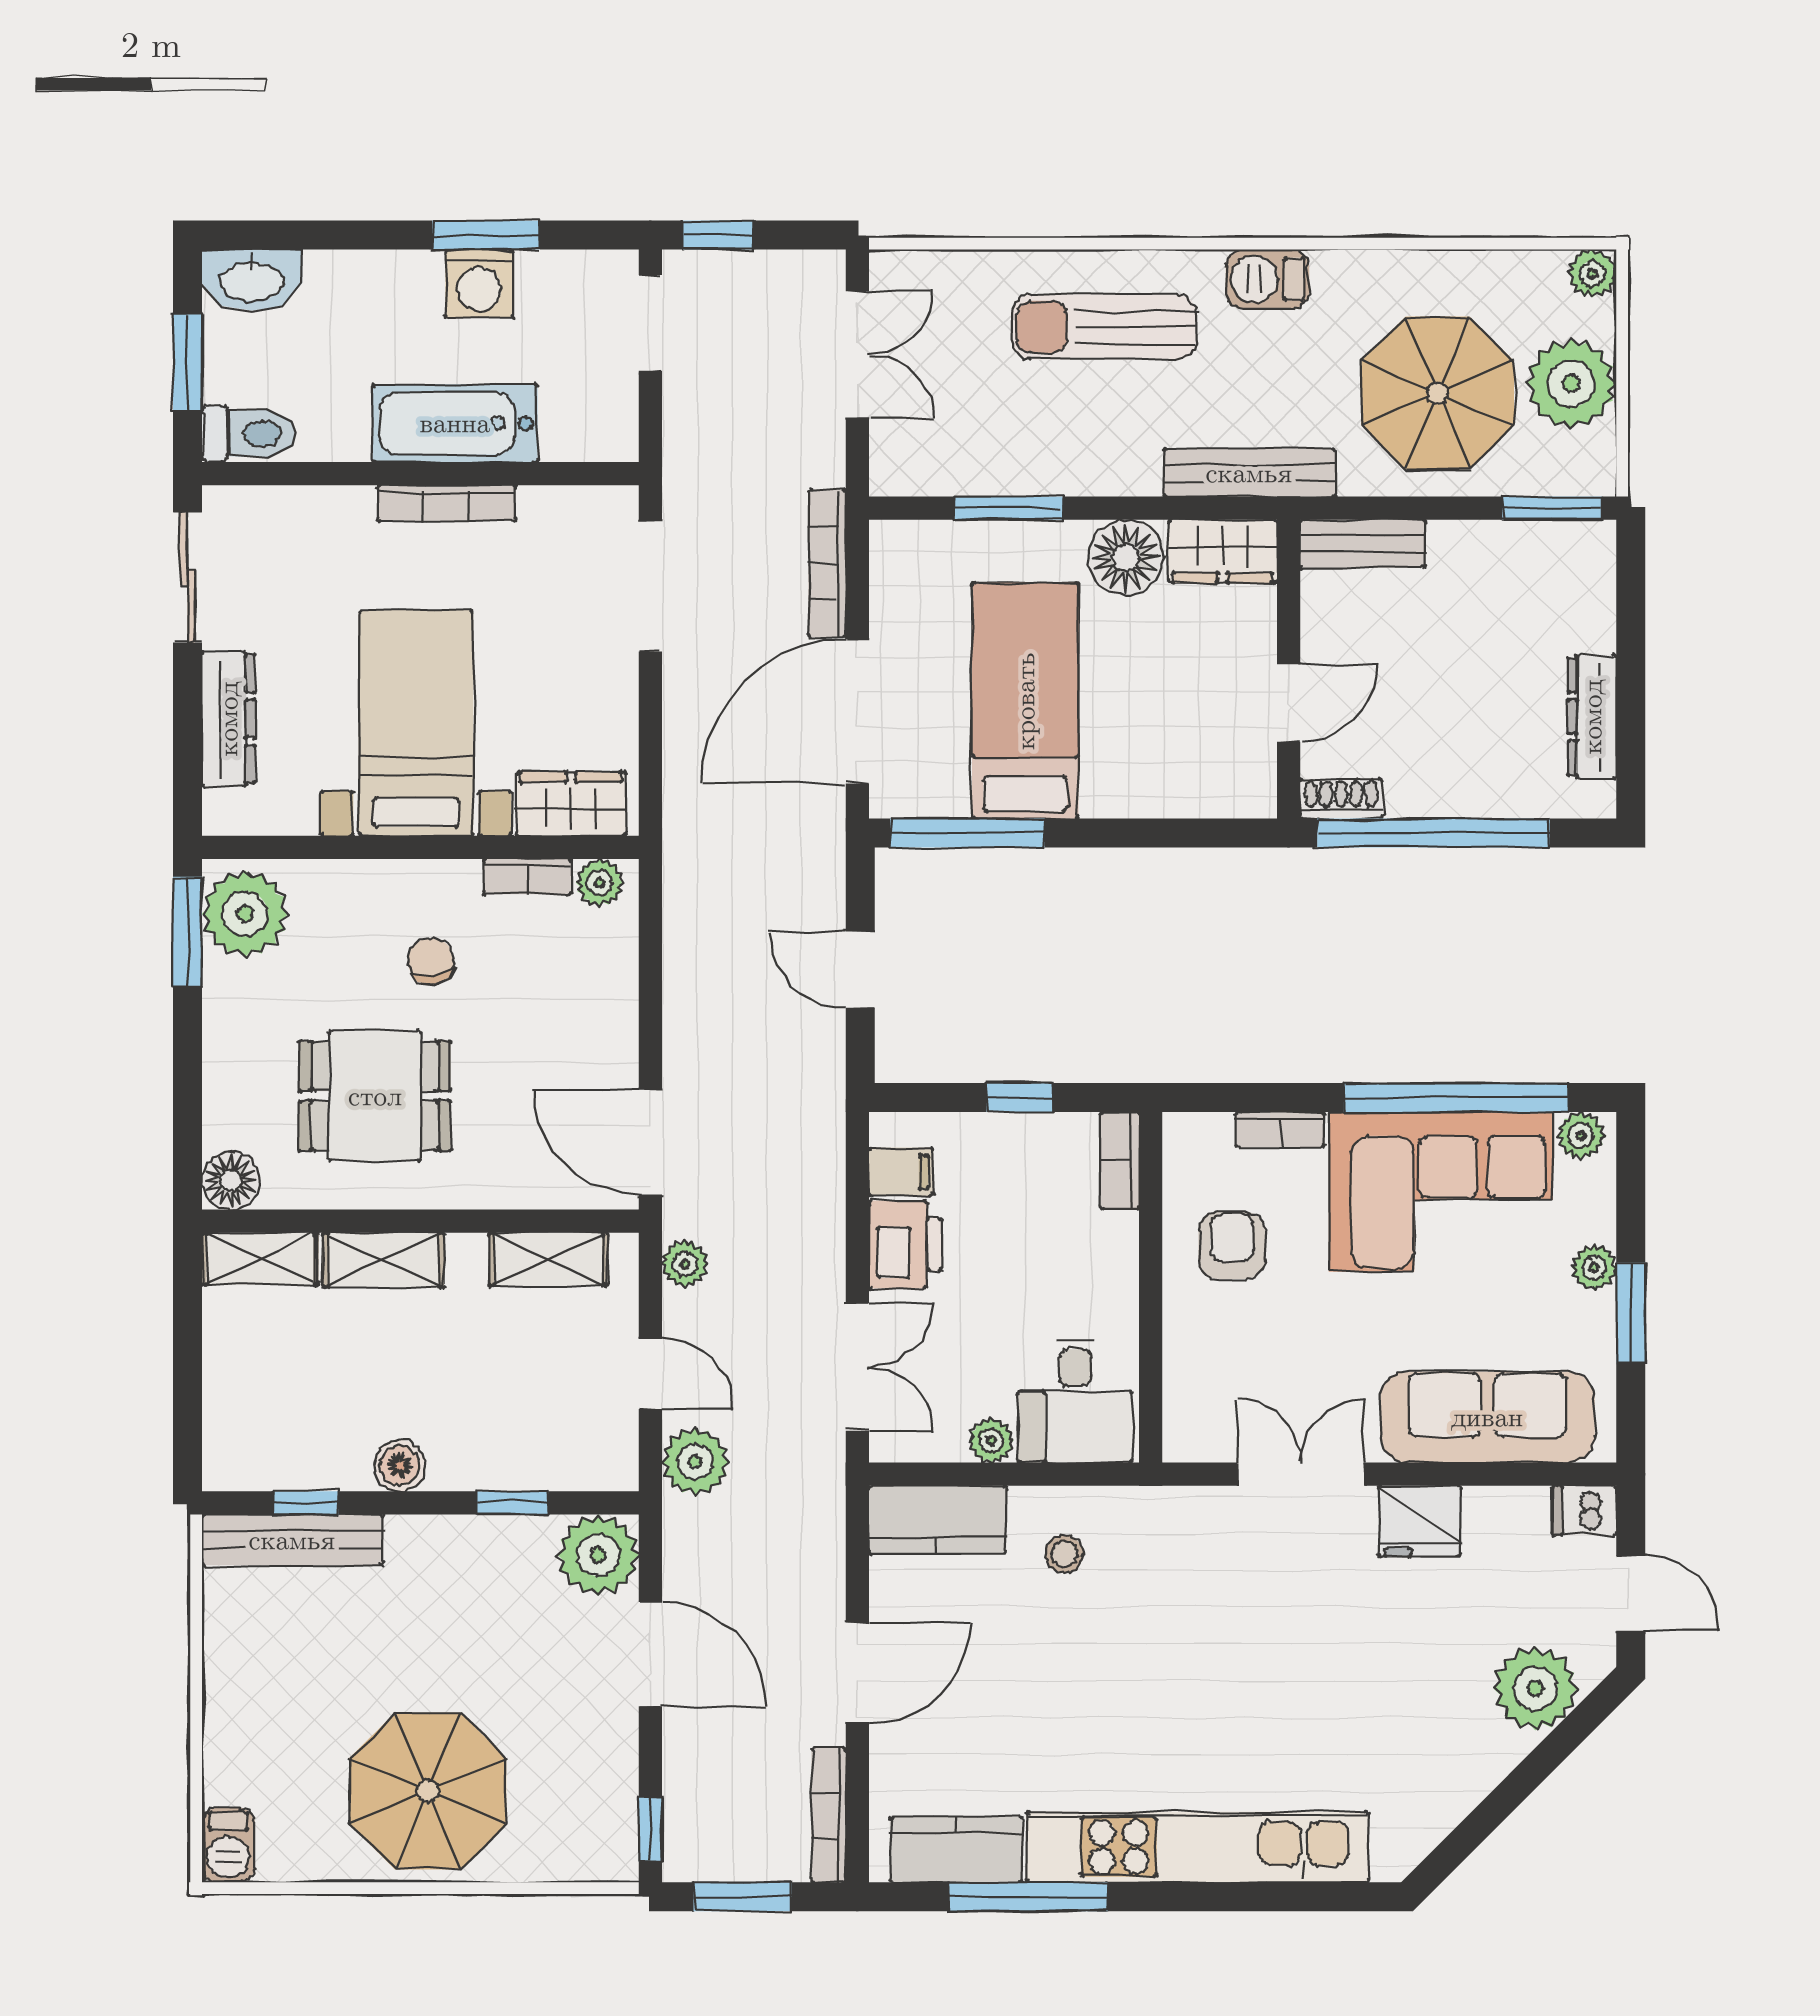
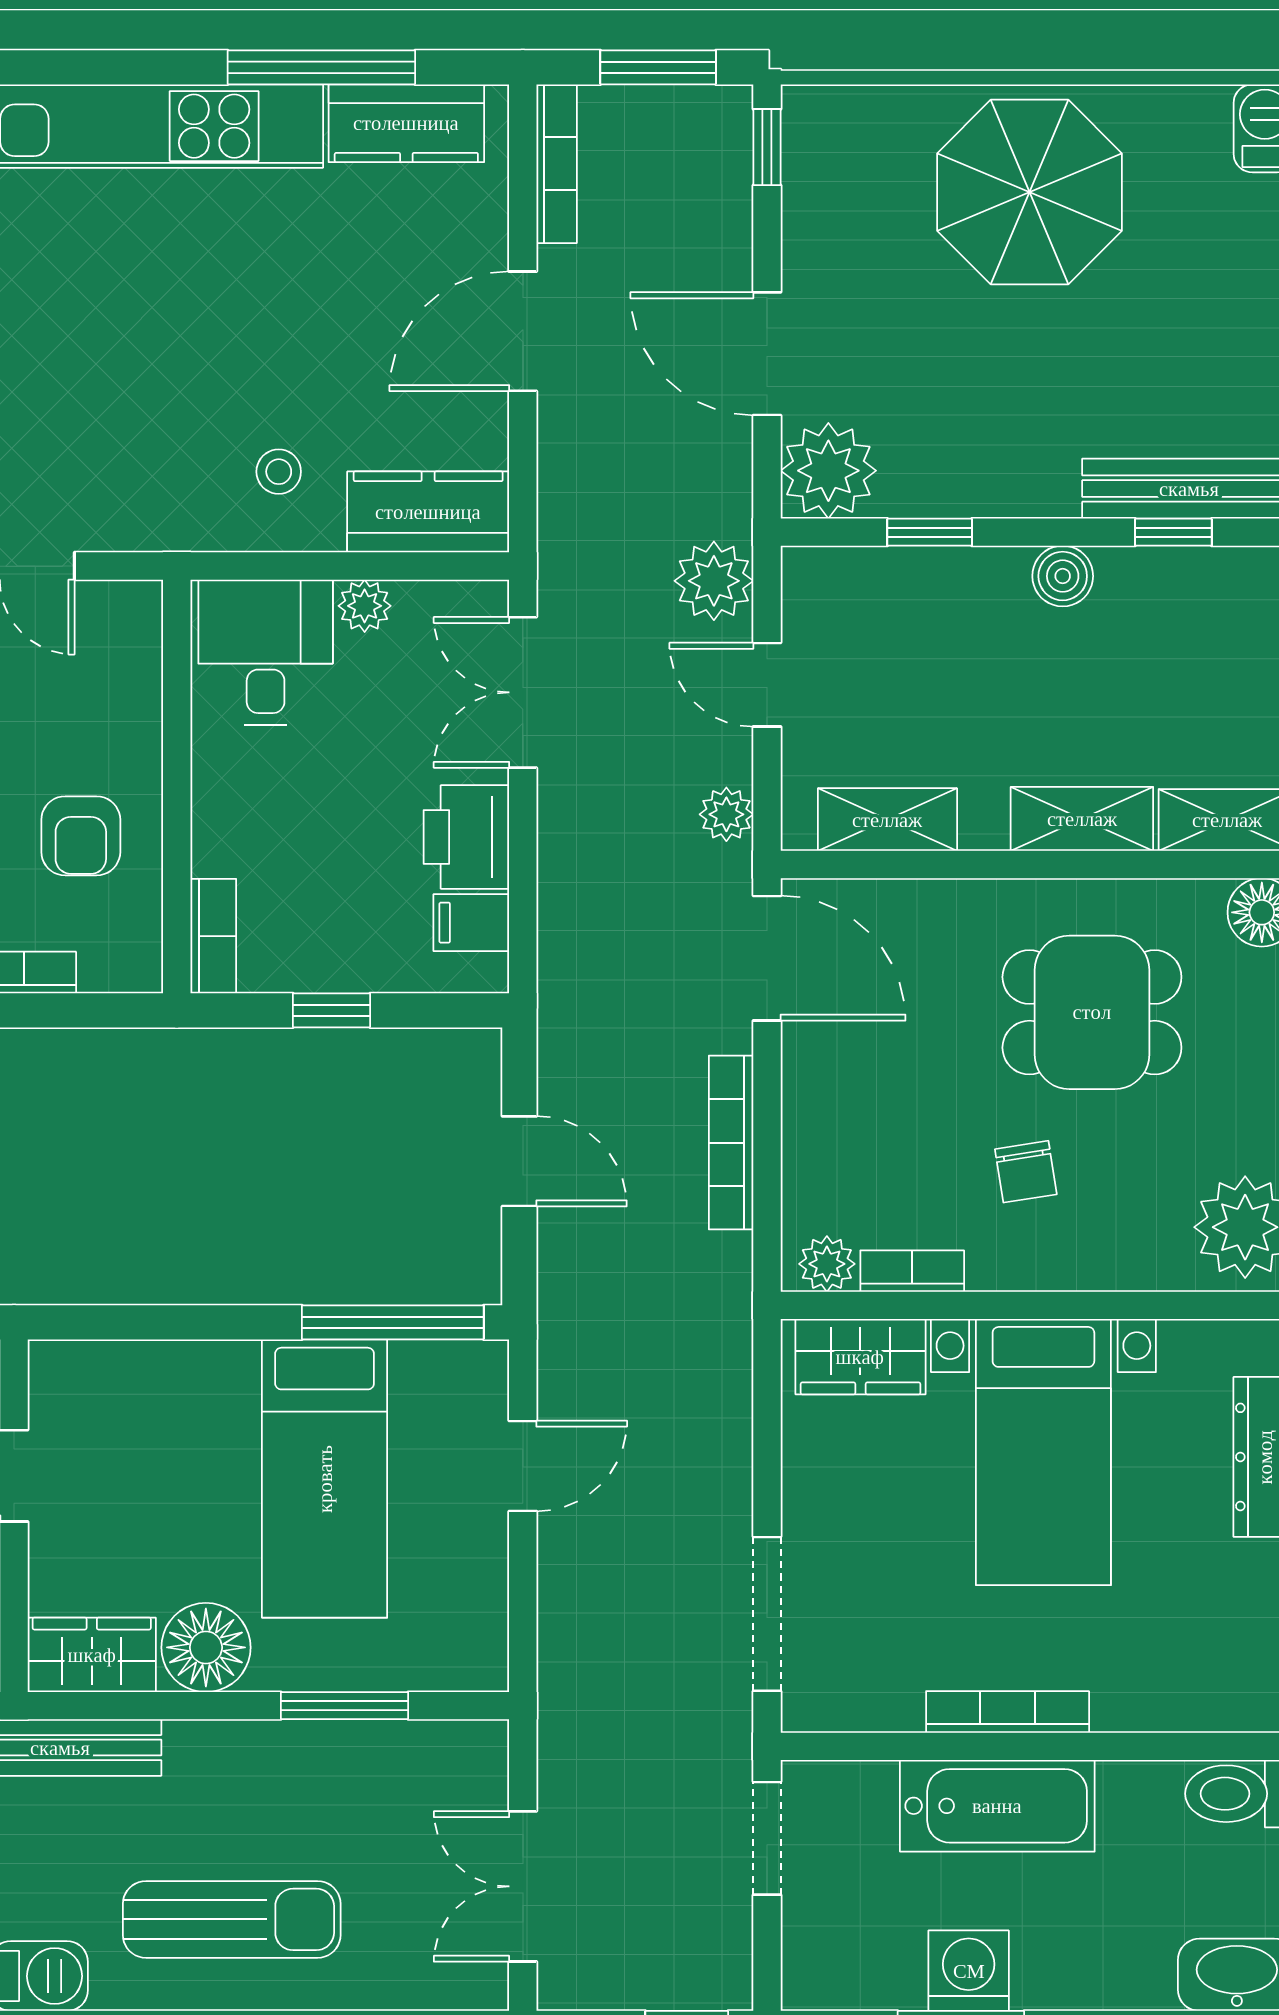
doorway: (650, 323) -> (767, 1838), moved
bookcase: (827, 563) -> (731, 1143), moved, turned 180
door: (857, 711) -> (523, 1466), width x0.53

